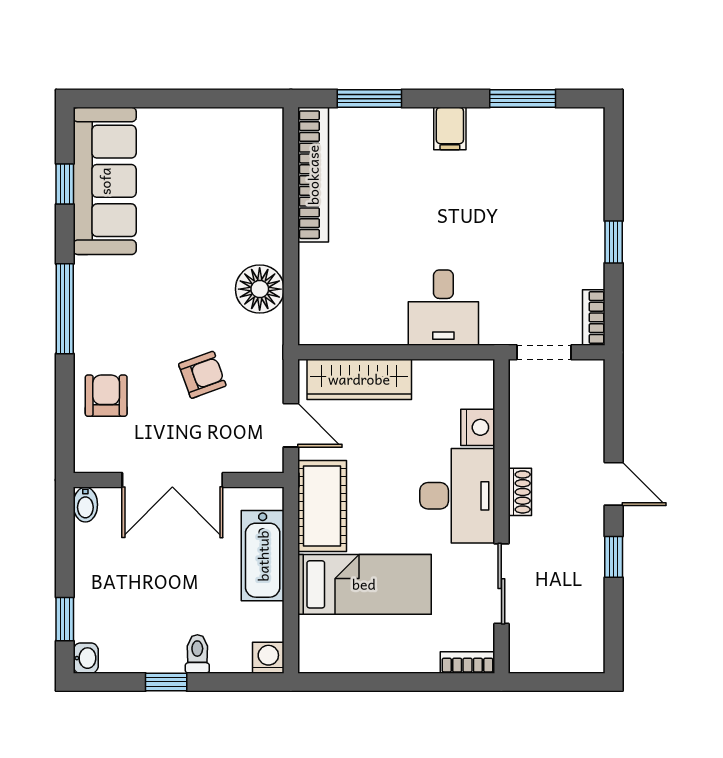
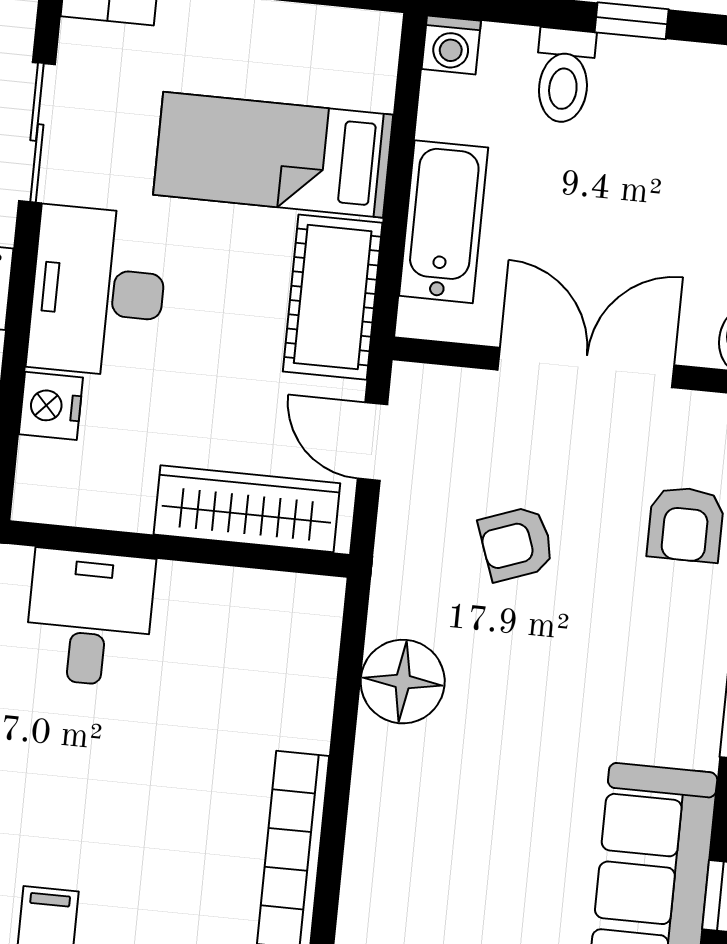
toilet: (197, 654) -> (564, 76), width x1.37, depth x1.39

